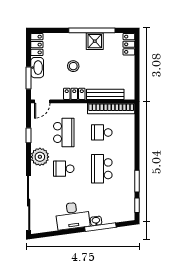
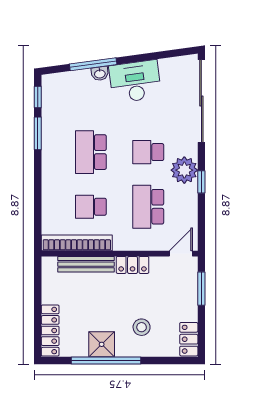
locker: (129, 44) -> (50, 331), width x1.53
stool: (73, 66) -> (142, 327), moved
washbasin: (37, 68) -> (188, 305), removed
school desk: (102, 132) -> (91, 207), turned 180
window: (29, 135) -> (201, 182), moved
school desk: (64, 169) -> (148, 152), turned 180
school desk: (102, 169) -> (91, 152), turned 180

